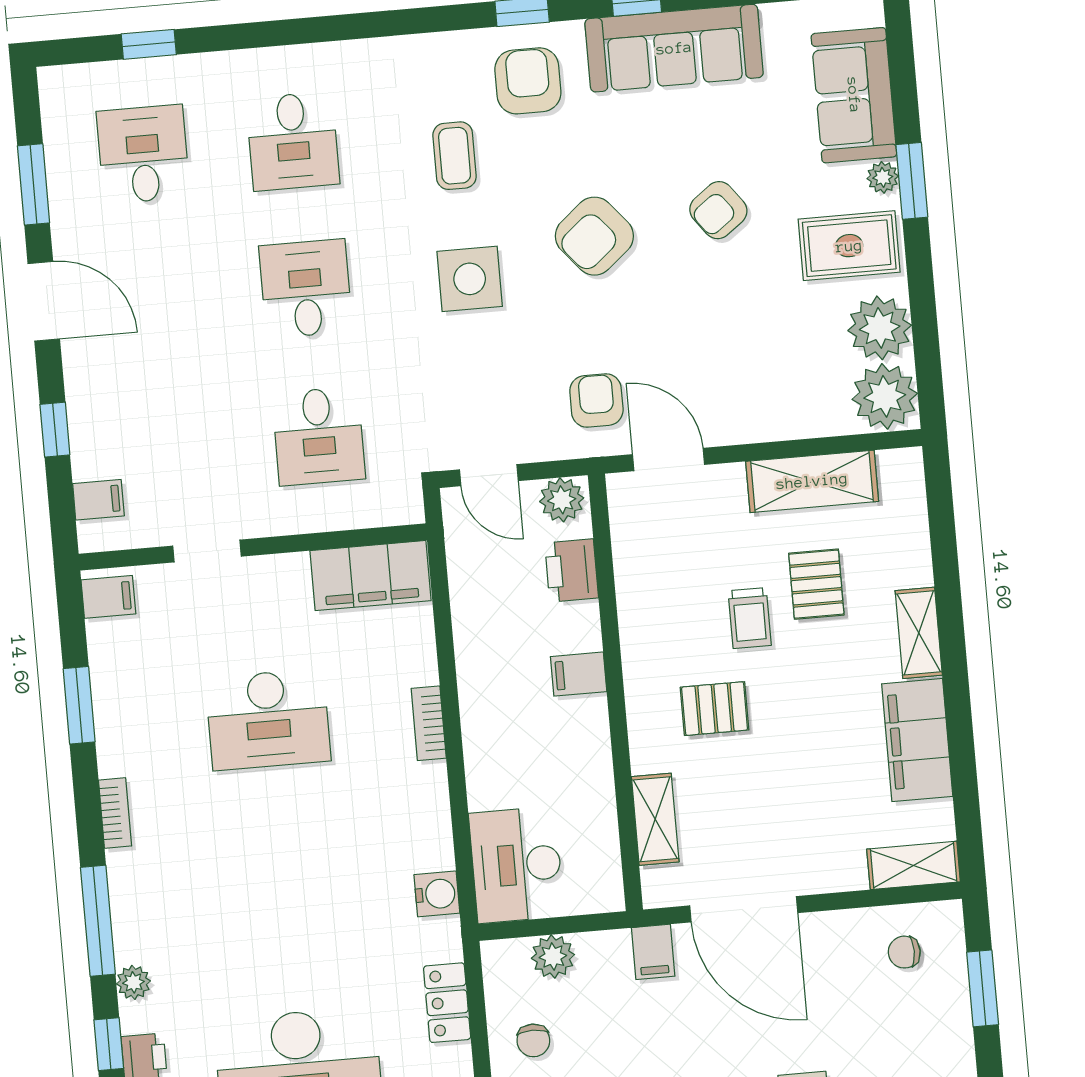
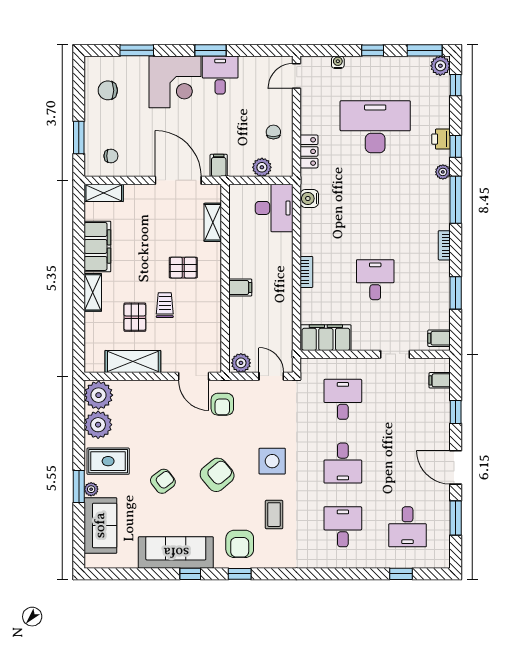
printer: (572, 570) -> (239, 332), removed
desk: (268, 719) -> (375, 280), width x0.73

